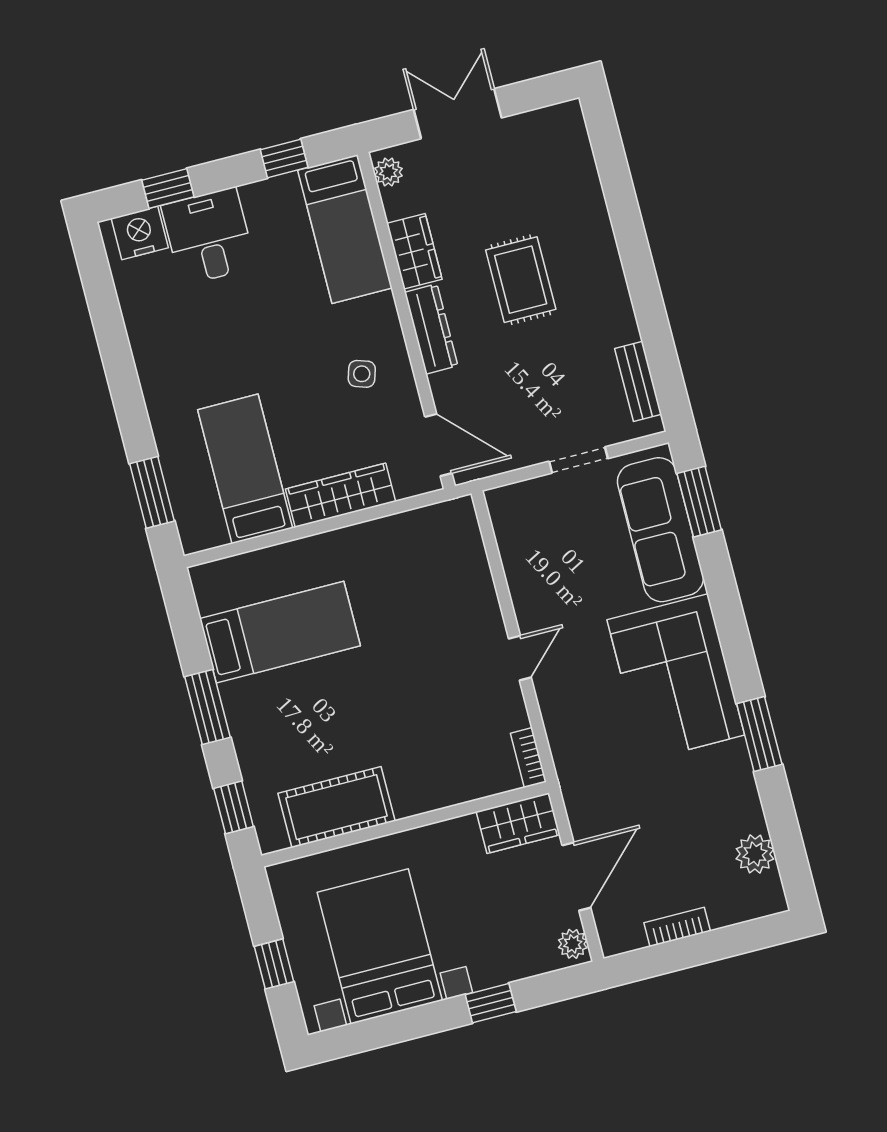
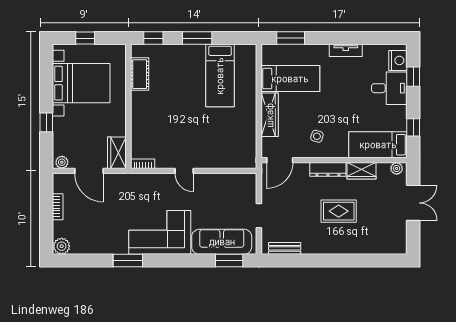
tv unit: (148, 359) -> (346, 50), added
cot: (336, 807) -> (140, 74), width x0.73, depth x0.75
plant: (755, 854) -> (62, 246), moved

